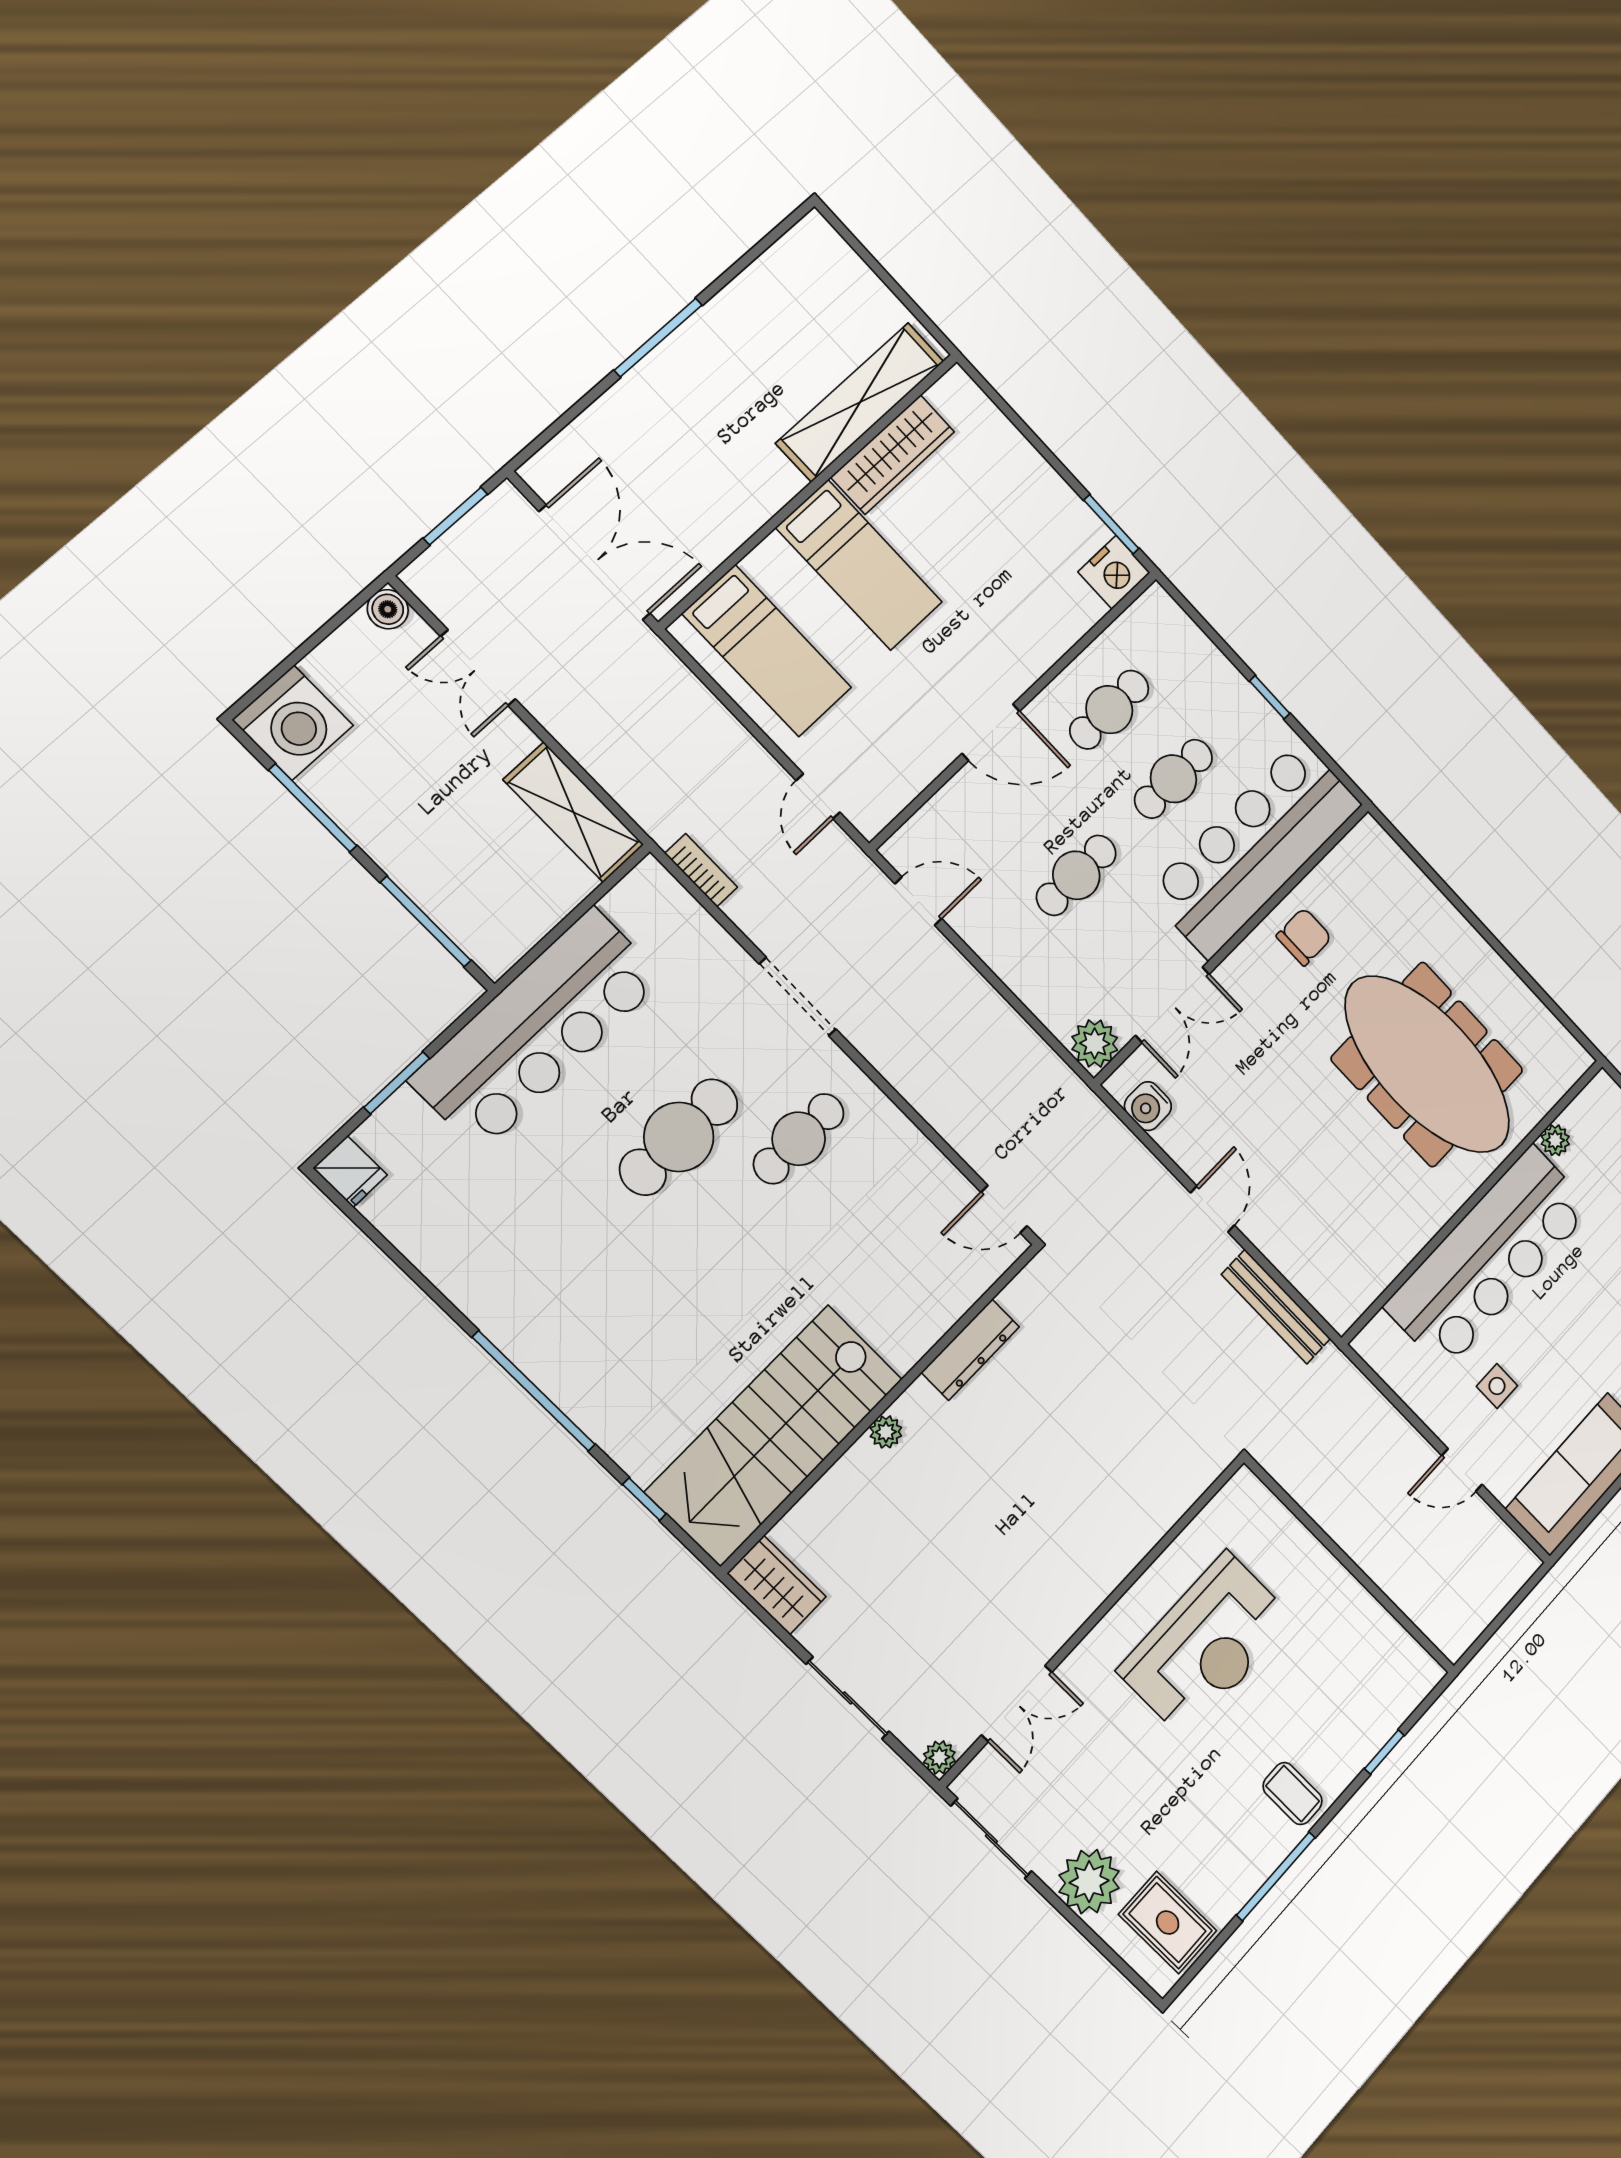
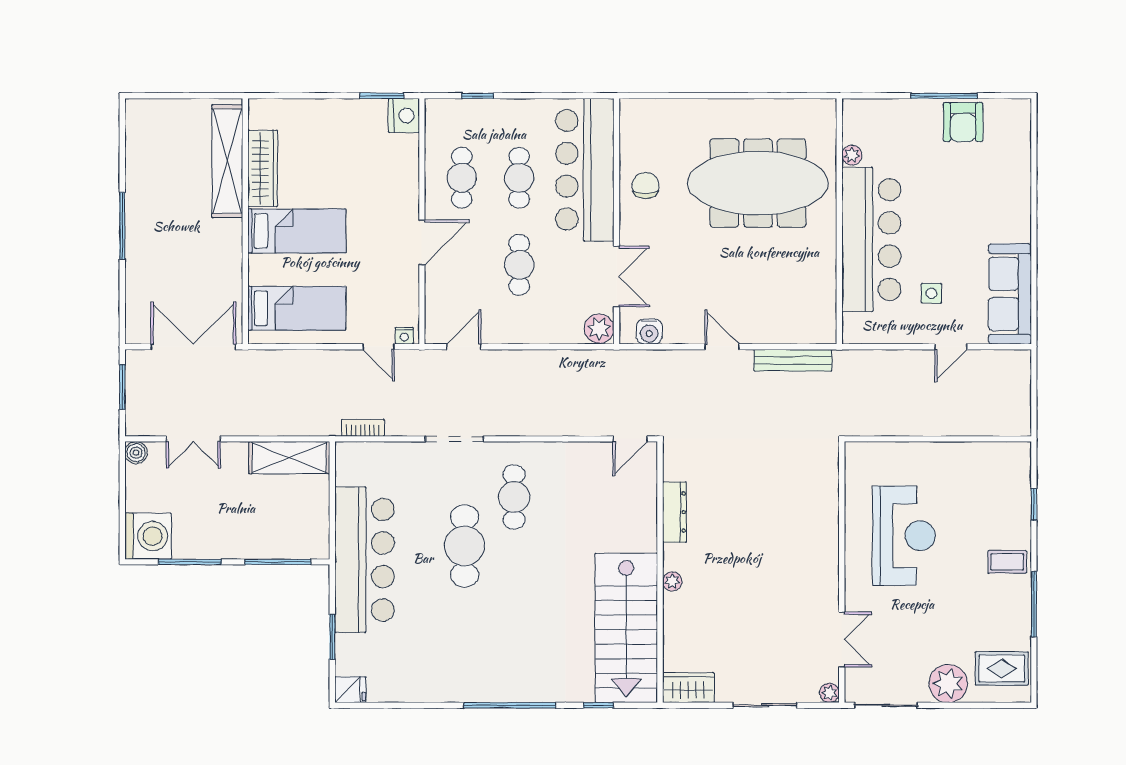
window: (1270, 697) -> (478, 96), moved
nightstand: (862, 816) -> (404, 336), added

